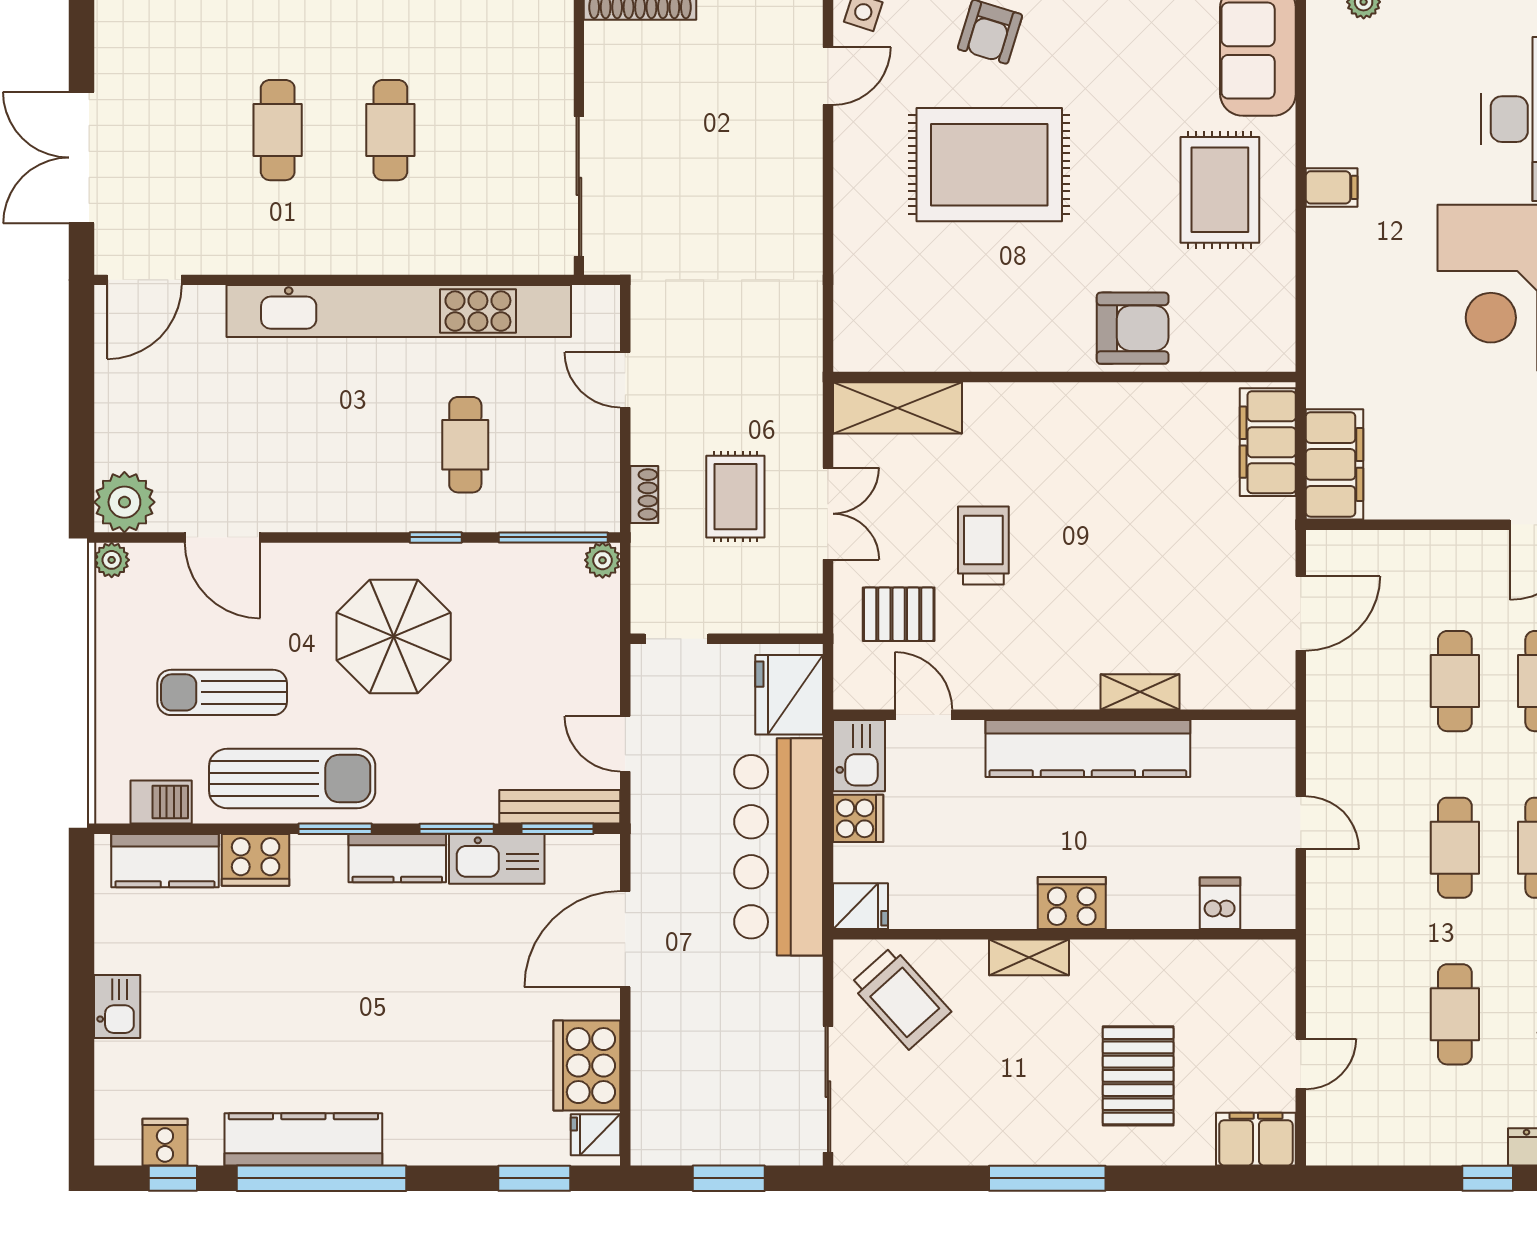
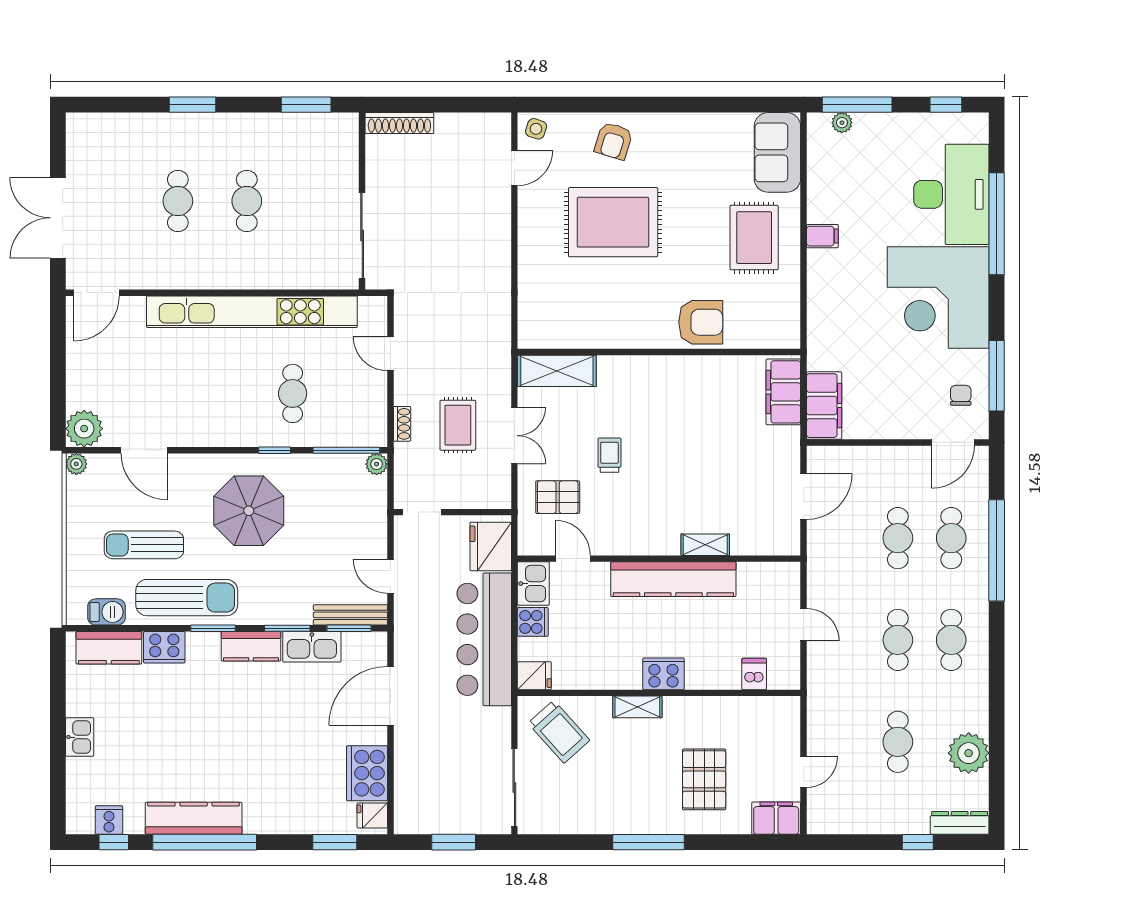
trolley: (983, 545) -> (609, 455), width x0.73, depth x0.72

